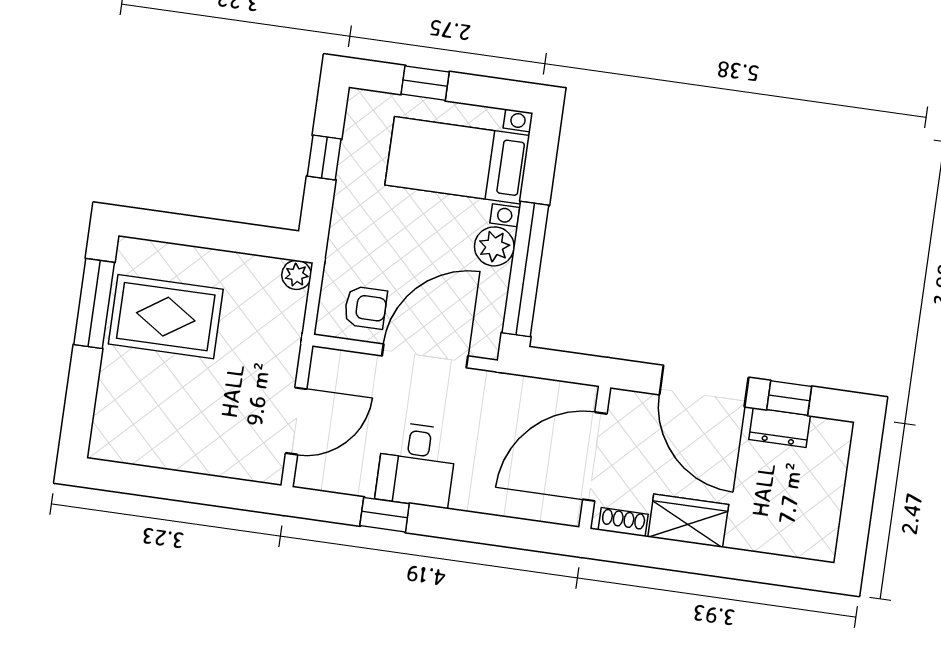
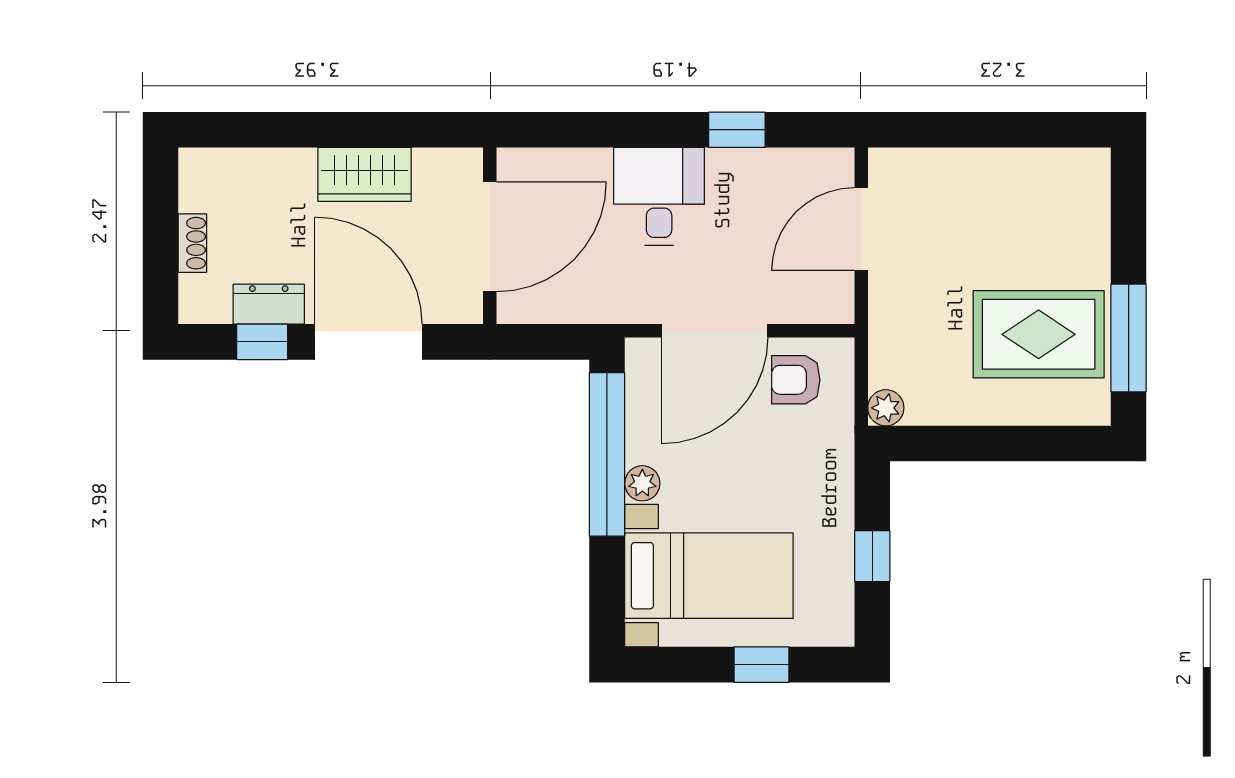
plant: (494, 246) -> (642, 483), width x0.73, depth x0.73
desk: (416, 465) -> (659, 196), moved
shoe rack: (623, 522) -> (192, 243), moved, turned -90

